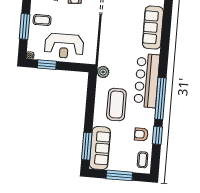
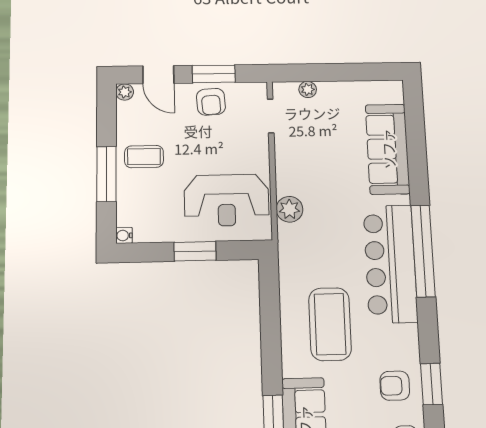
reception desk: (64, 46) -> (227, 200), moved
window: (47, 65) -> (195, 251), moved
plant: (103, 72) -> (289, 209), moved
window: (160, 98) -> (423, 251), moved

